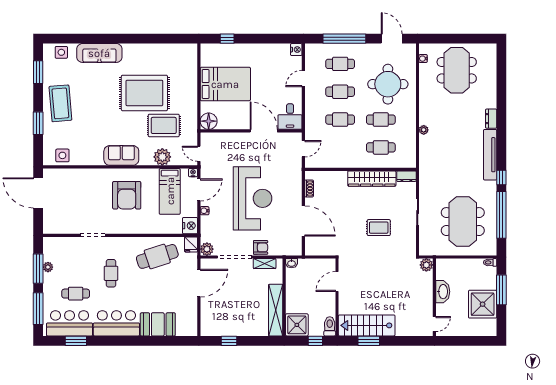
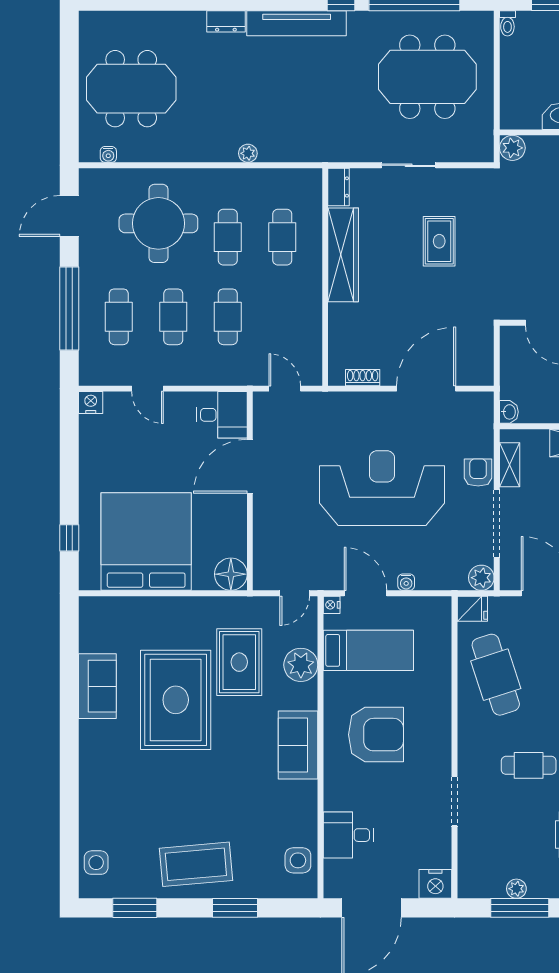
sofa: (99, 53) -> (97, 686), moved, width x0.73
bed: (225, 84) -> (146, 541), width x1.36
desk: (75, 181) -> (348, 835), added
nightstand: (190, 226) -> (435, 884), moved, turned 180

